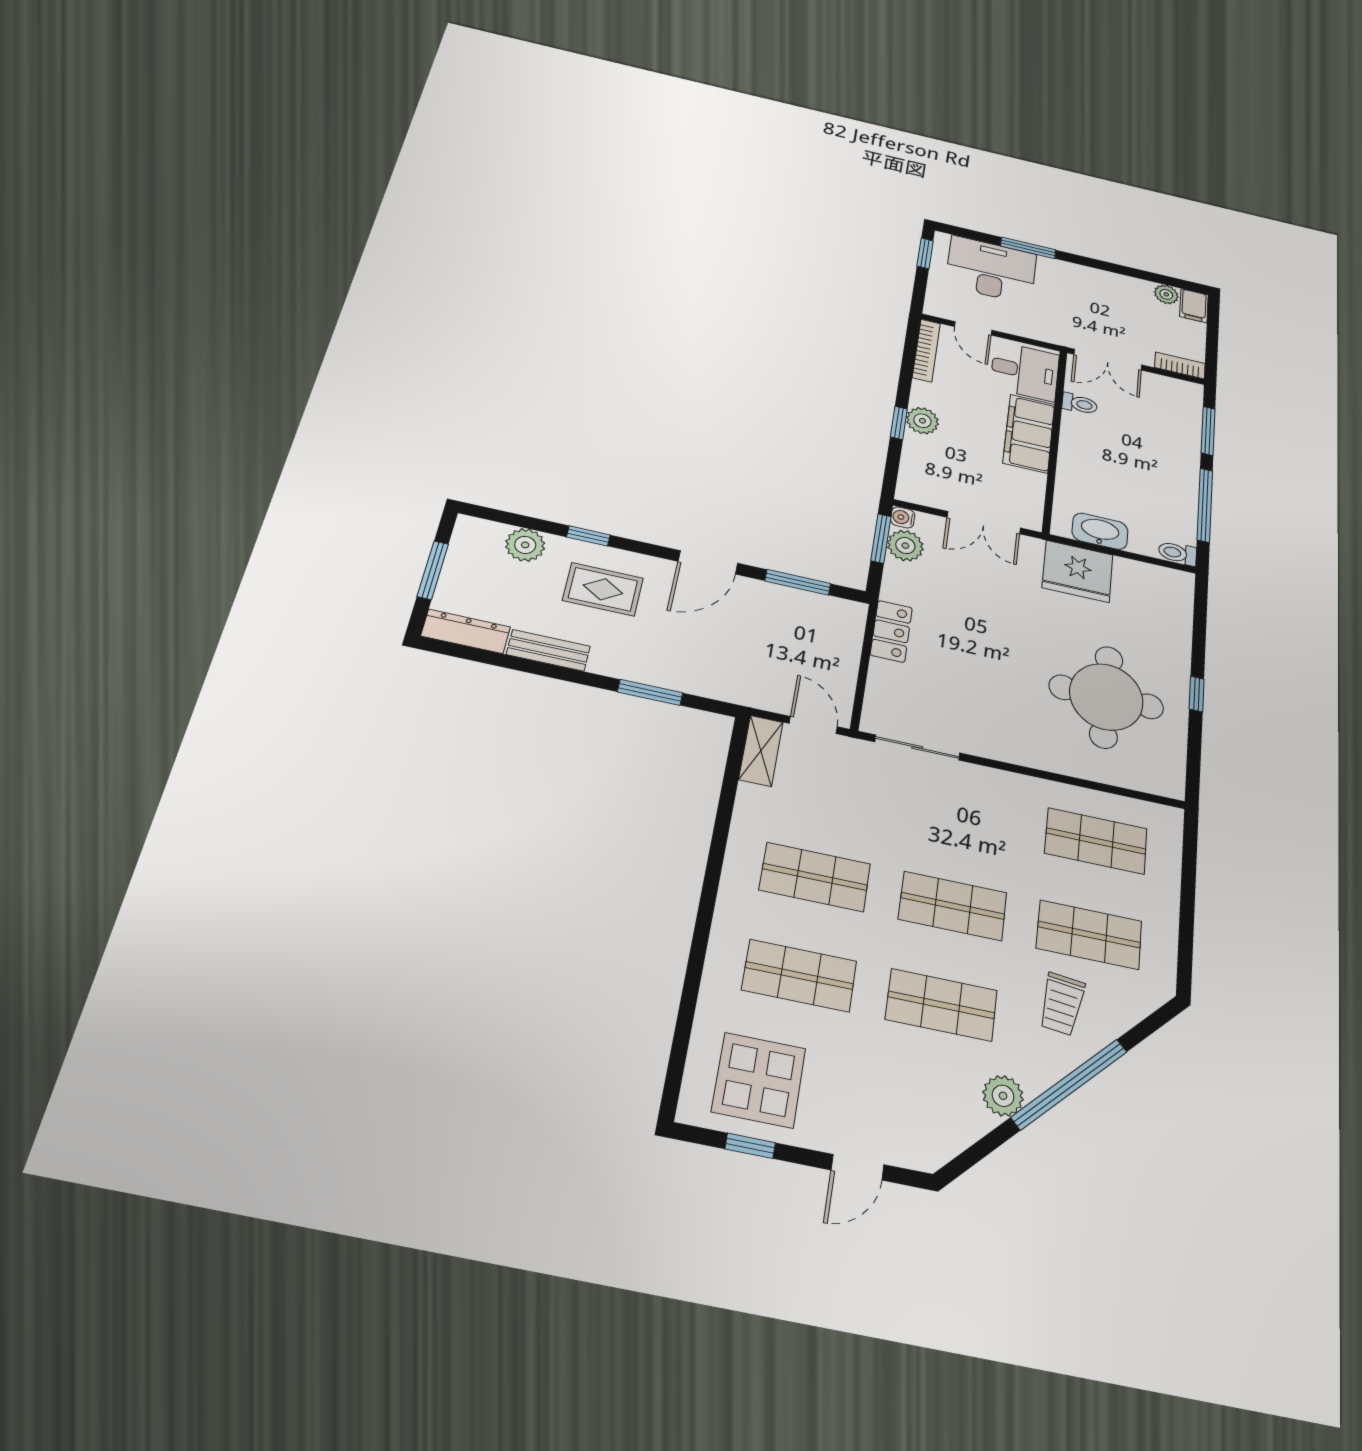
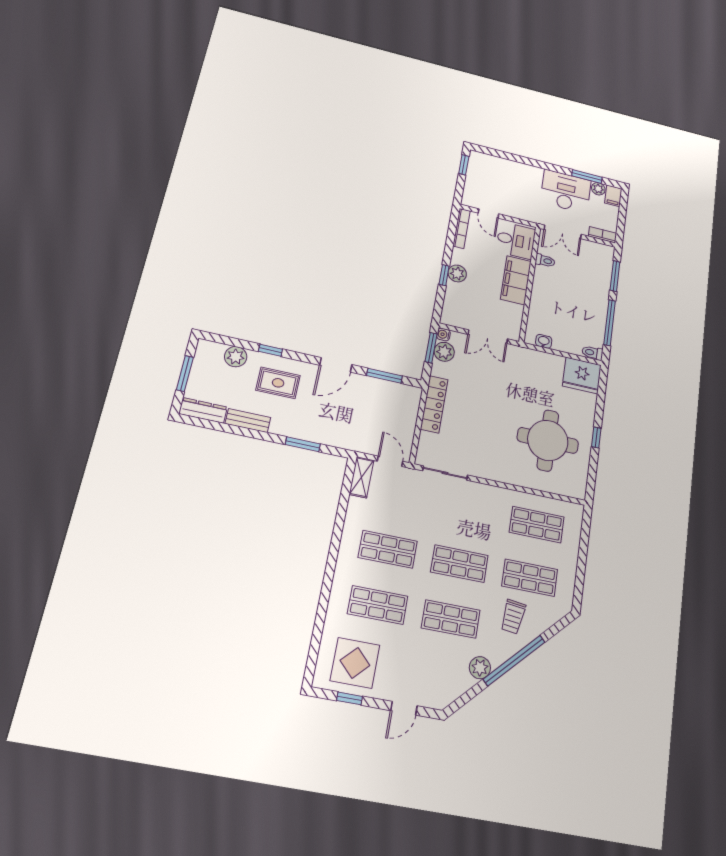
window: (1028, 248) -> (587, 177), moved
desk: (991, 270) -> (566, 191), moved
washbasin: (1100, 531) -> (544, 341), width x0.52, depth x0.69
fridge: (1078, 571) -> (582, 375), moved
locker: (891, 631) -> (434, 404), width x1.53

